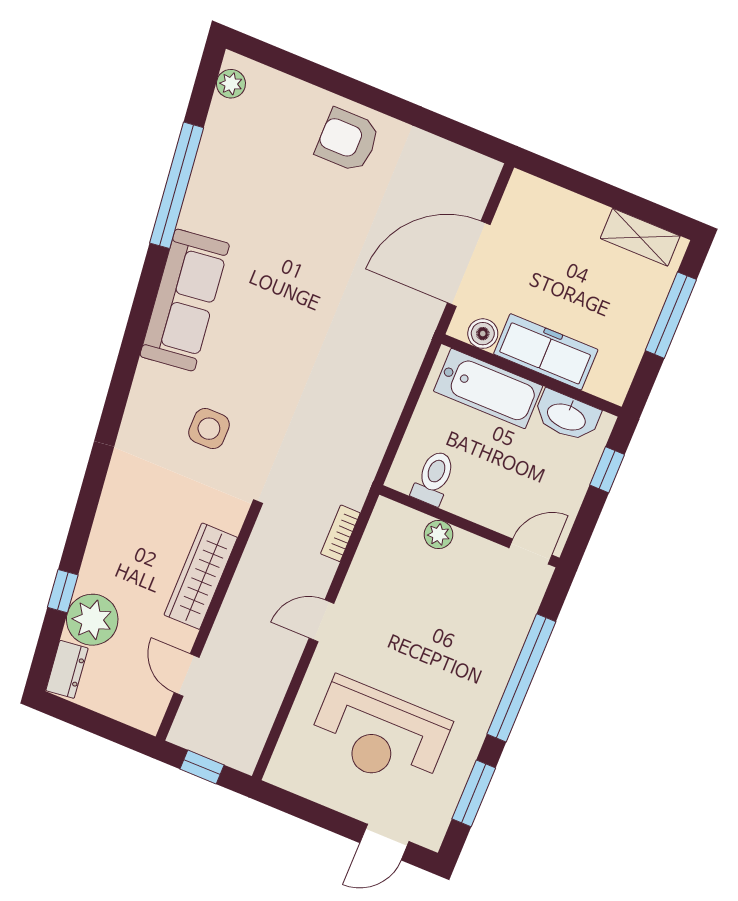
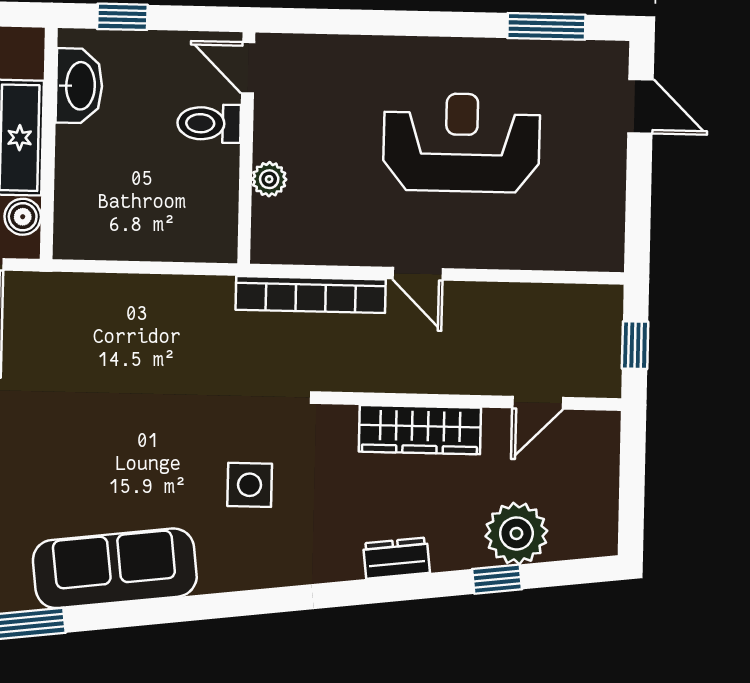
bathtub: (488, 388) -> (82, 187), removed
toilet: (434, 478) -> (209, 123), moved
bookcase: (340, 533) -> (311, 295), width x2.31, depth x1.31
dresser: (67, 669) -> (396, 558), moved
window: (521, 678) -> (395, 23), removed
reception desk: (379, 734) -> (462, 143), moved, turned -90

